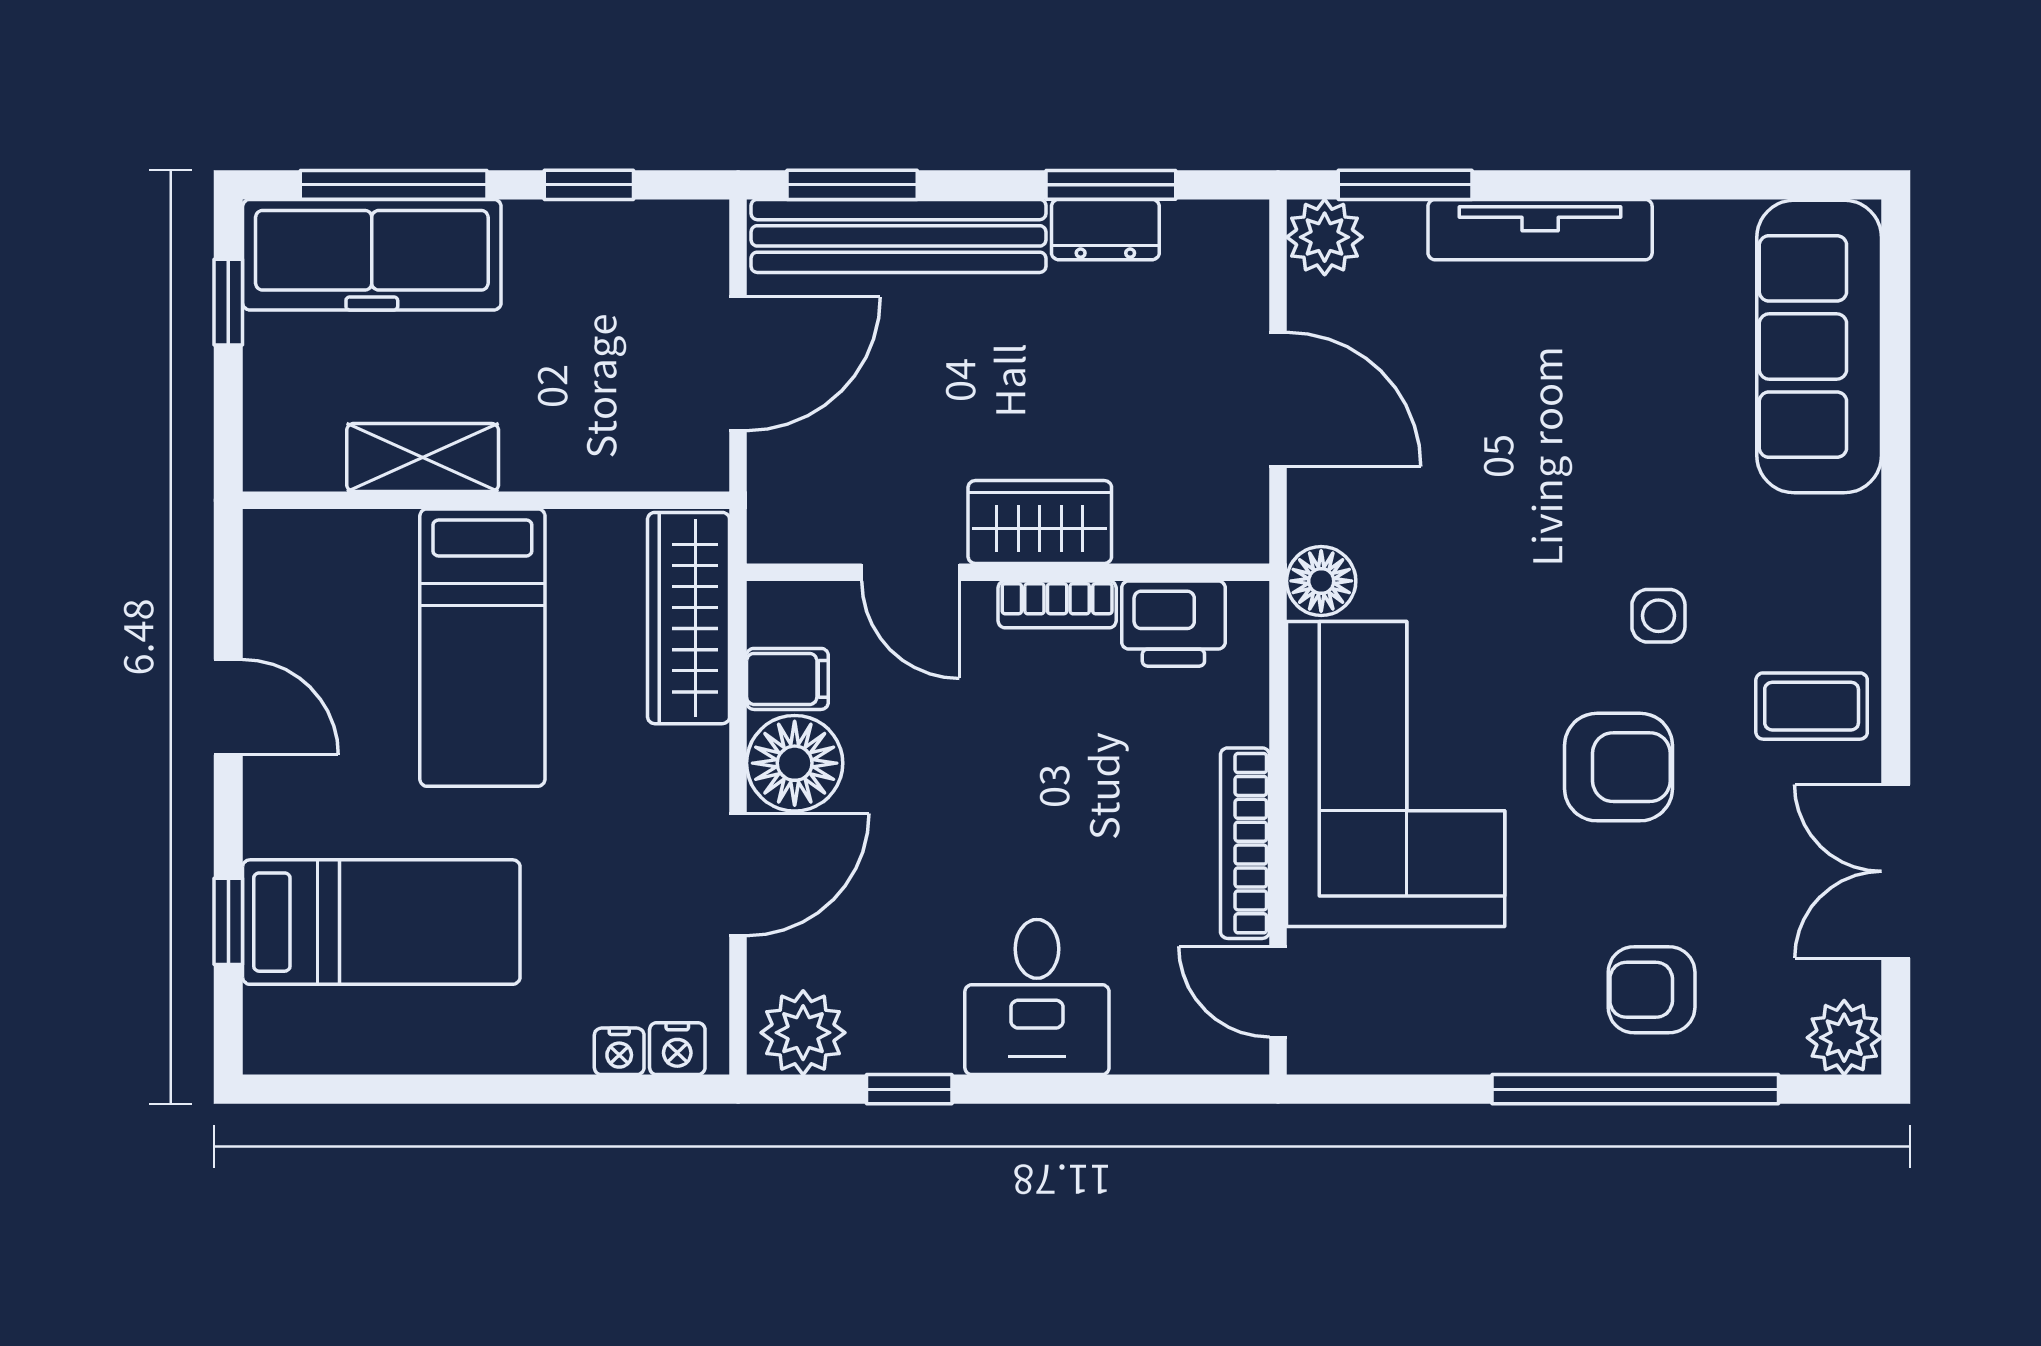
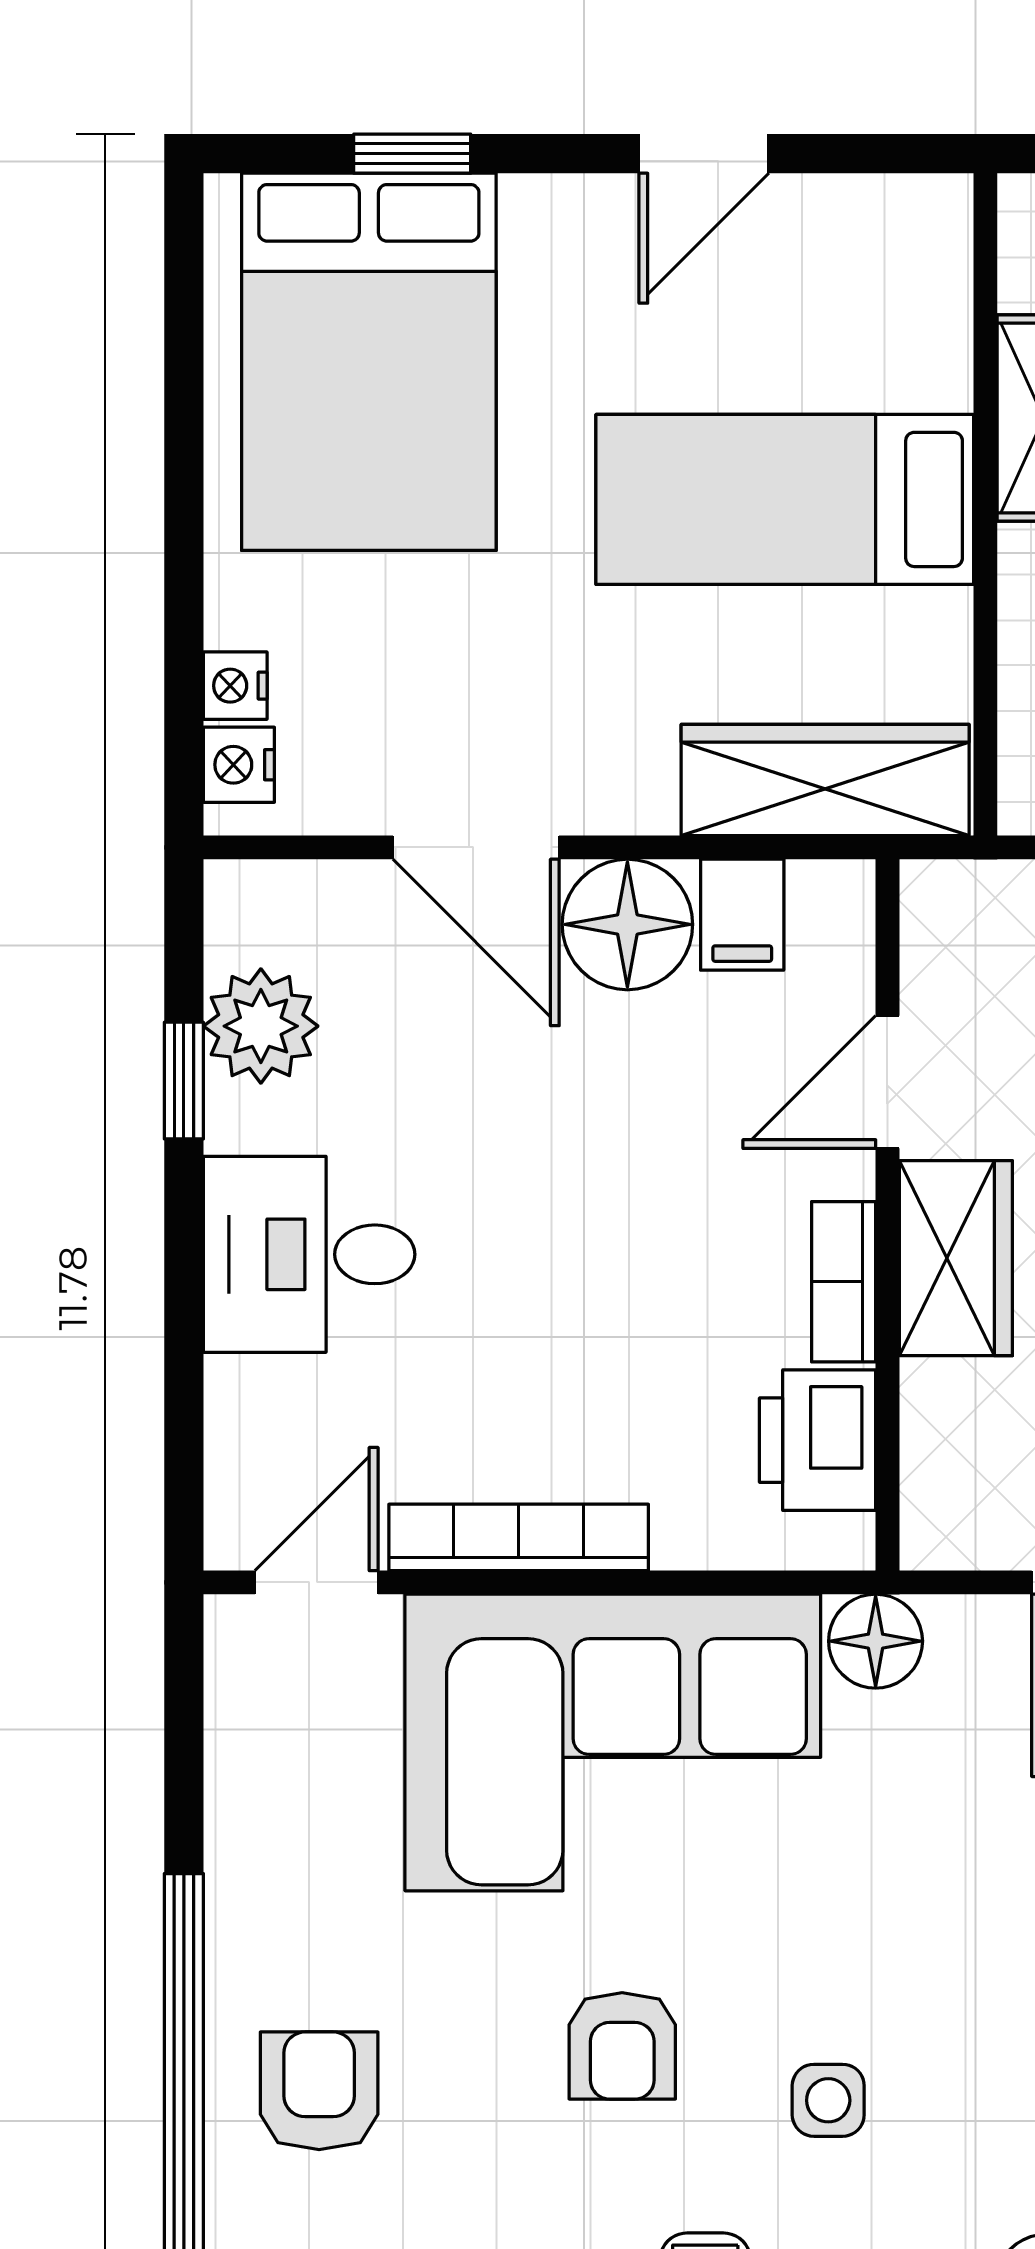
armchair: (1619, 767) -> (622, 2046), width x0.72, depth x0.72
bed: (381, 922) -> (369, 362), width x1.50
plant: (803, 1033) -> (261, 1026), moved

